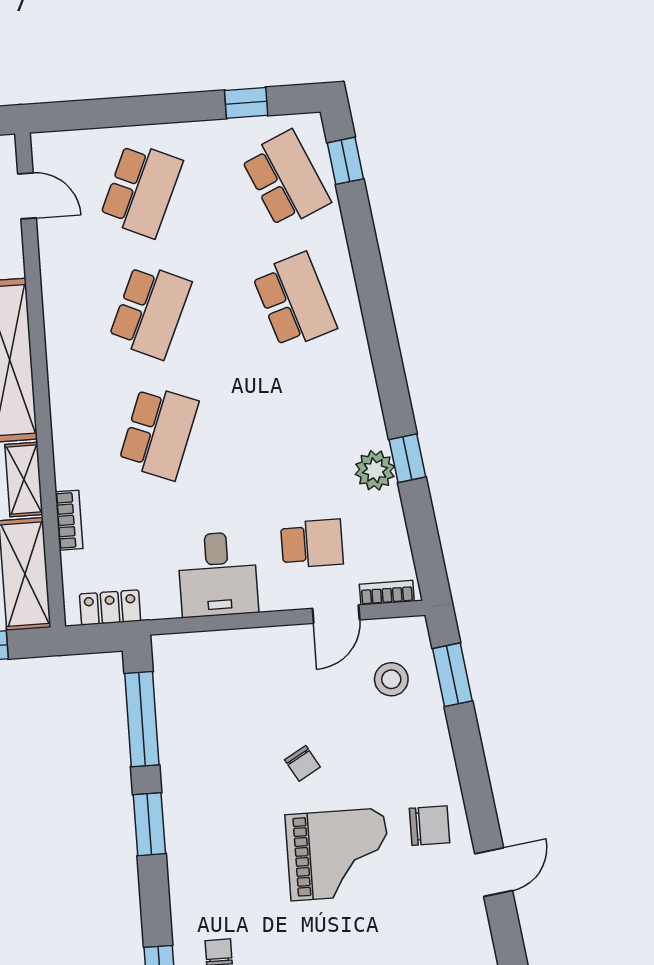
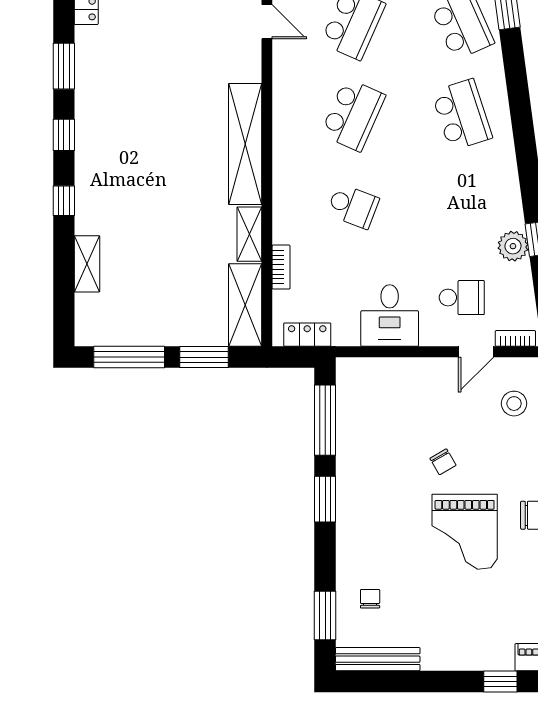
school desk: (159, 433) -> (353, 206), width x0.54
grand piano: (338, 854) -> (465, 532), turned 90

